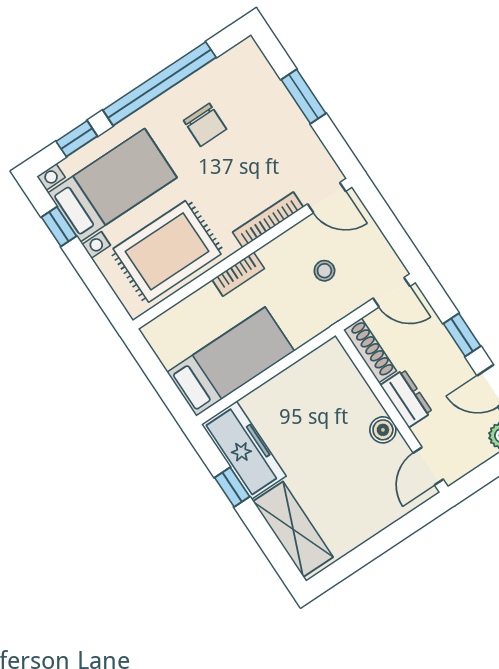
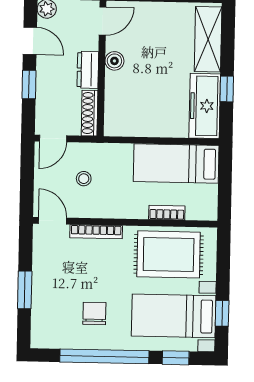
bookcase: (238, 274) -> (167, 213), moved
door: (391, 292) -> (53, 138), swing flipped

